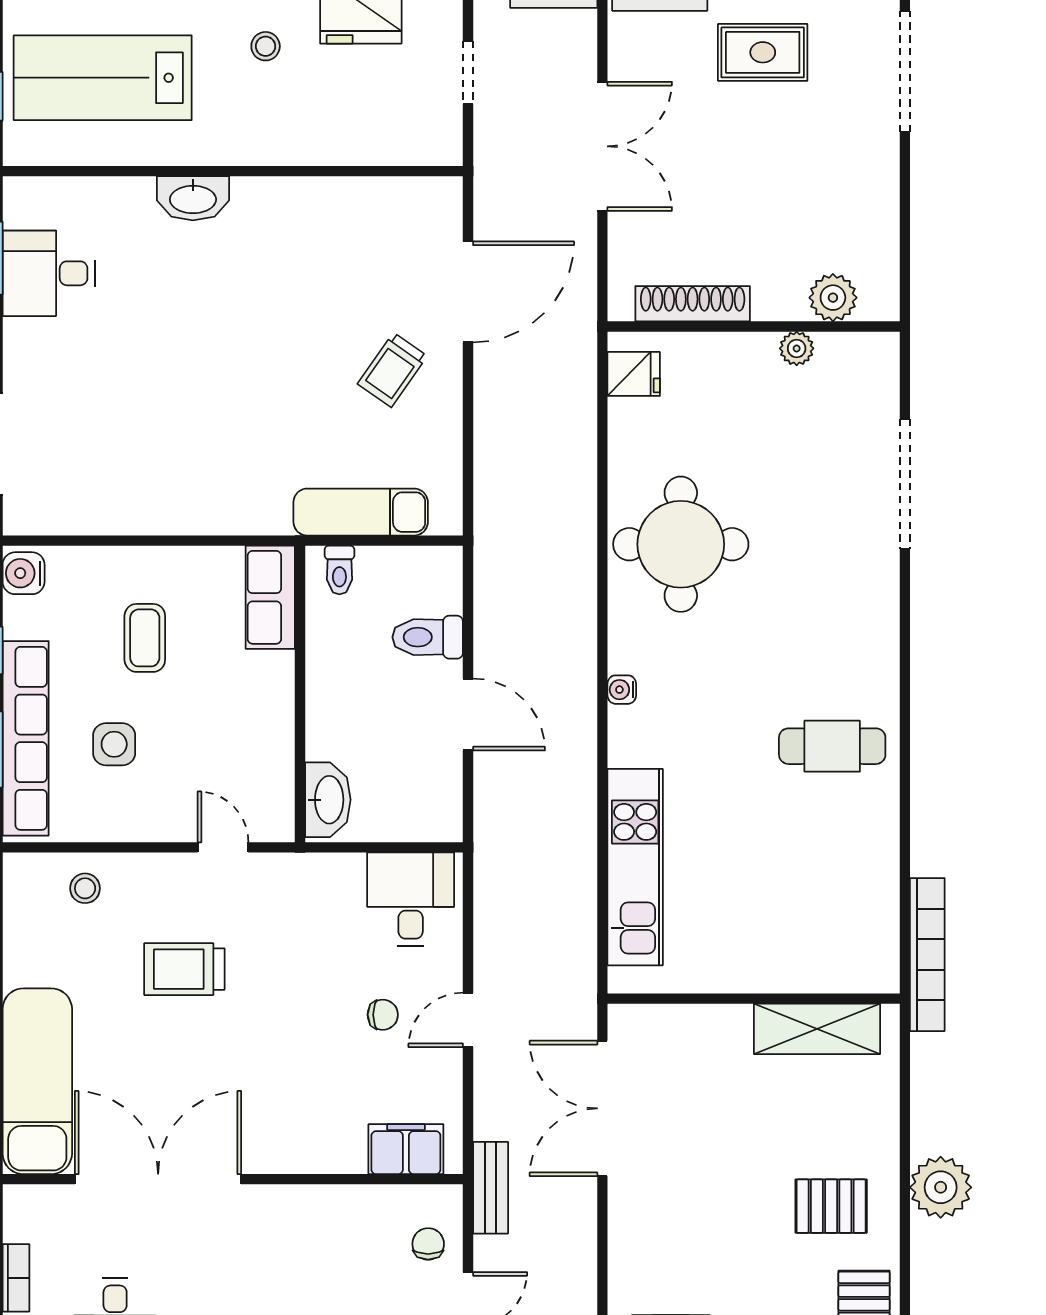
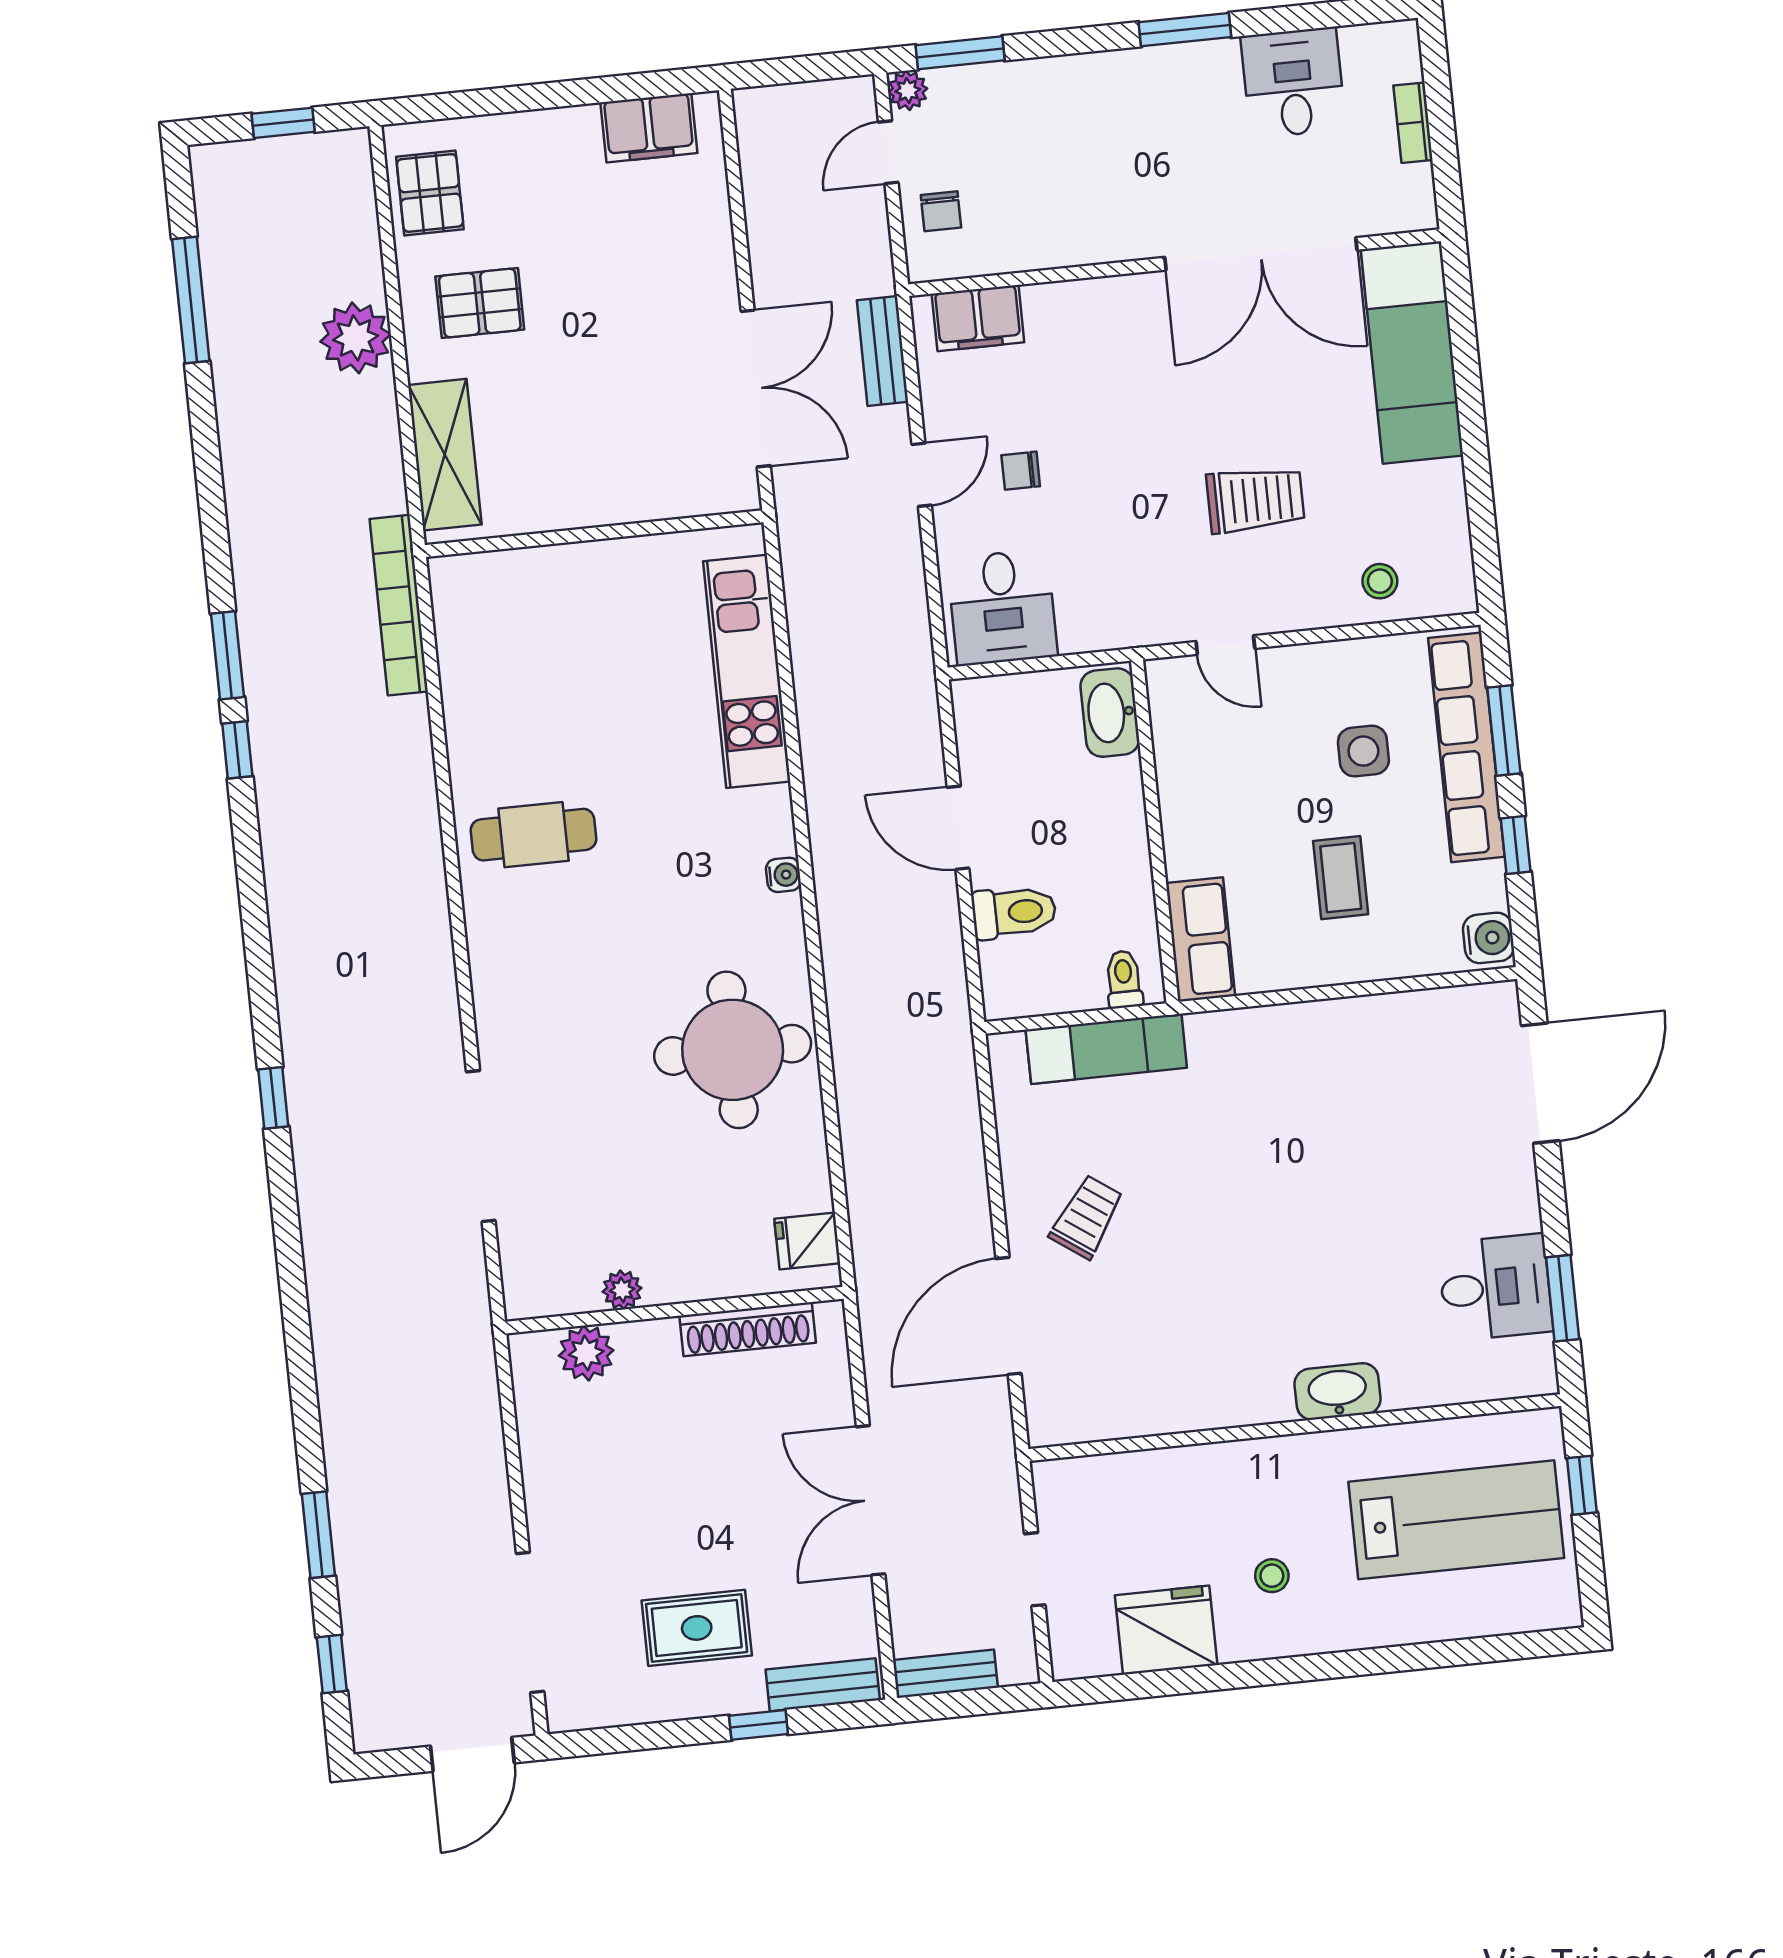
shelving: (817, 1029) -> (445, 455), moved, turned 90
bench: (491, 1188) -> (882, 351), moved

